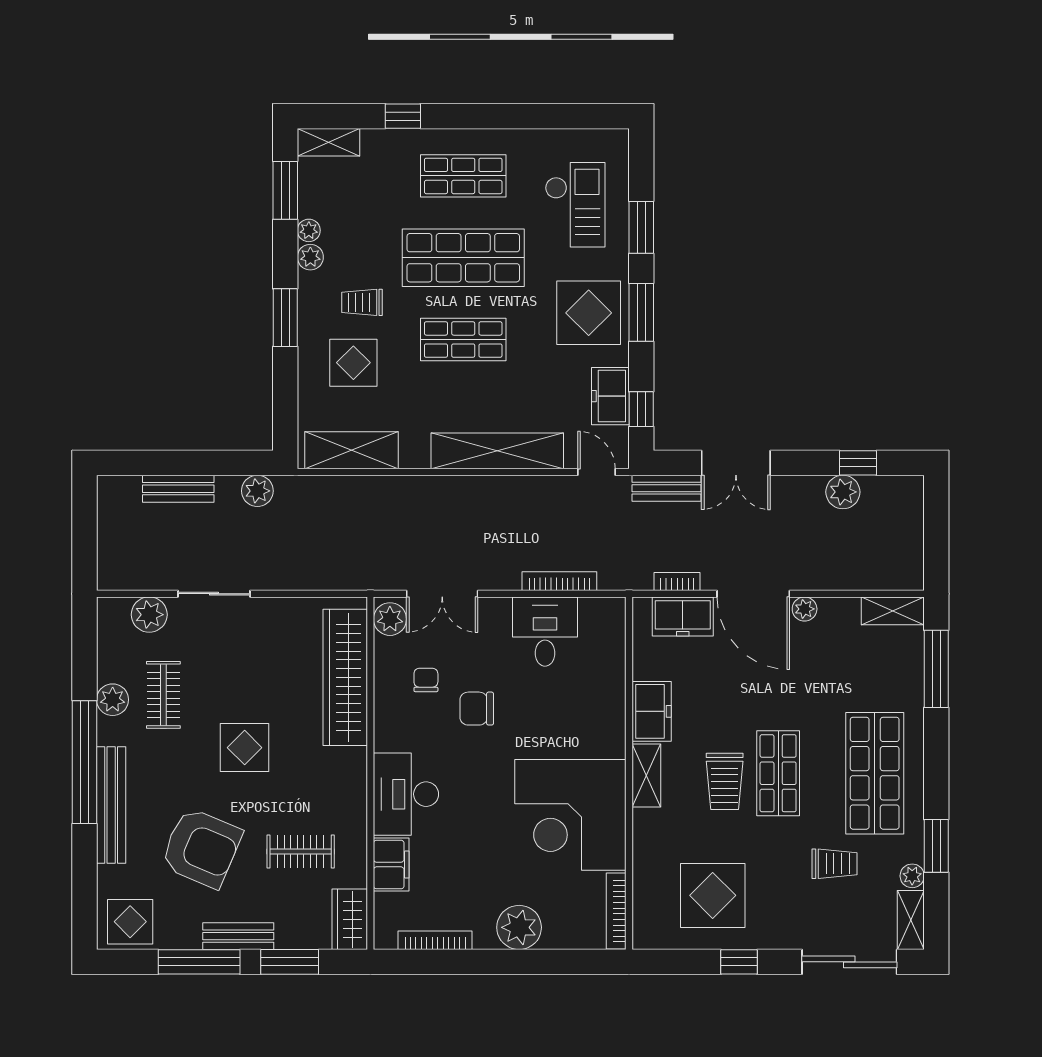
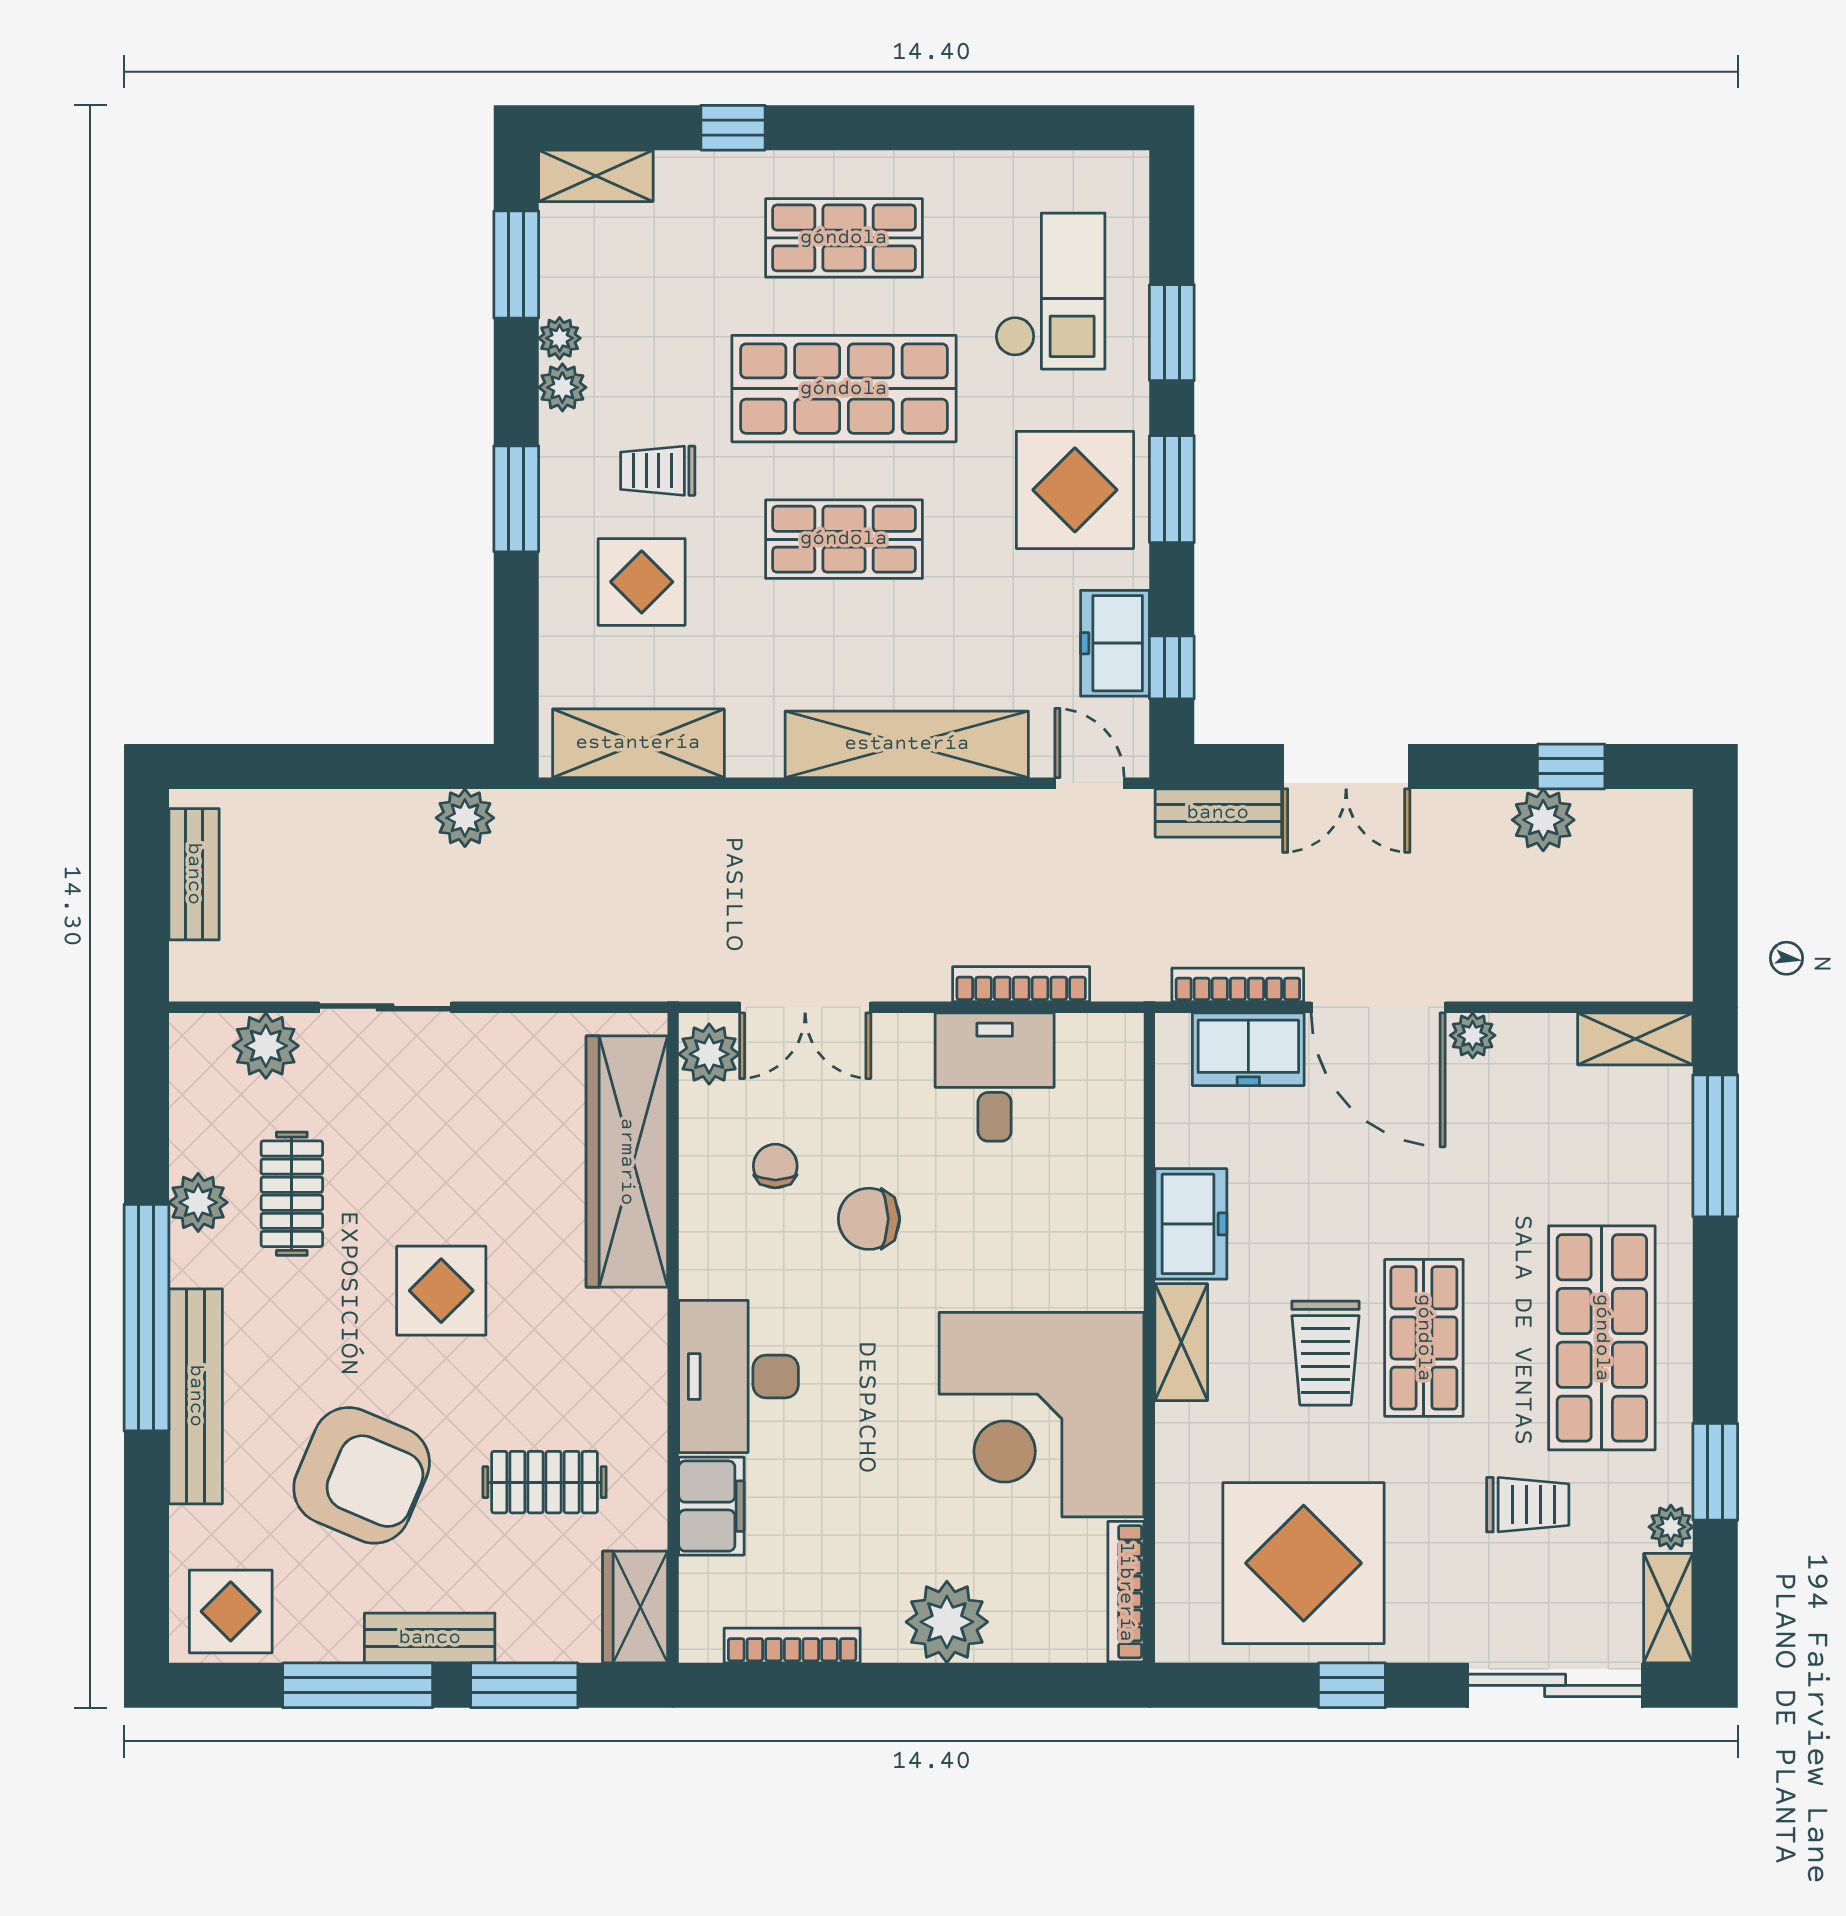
bench: (178, 489) -> (194, 874), moved, turned 90
bookcase: (677, 582) -> (1238, 985), width x1.56
display table: (713, 895) -> (1304, 1563), width x1.36, depth x1.36

